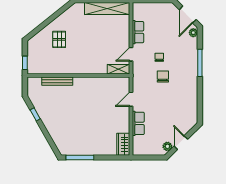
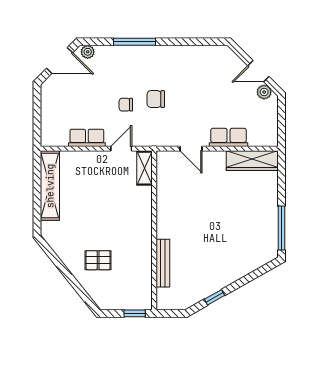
door: (131, 54) -> (121, 149), swing flipped
wardrobe: (123, 144) -> (252, 161), width x1.50

